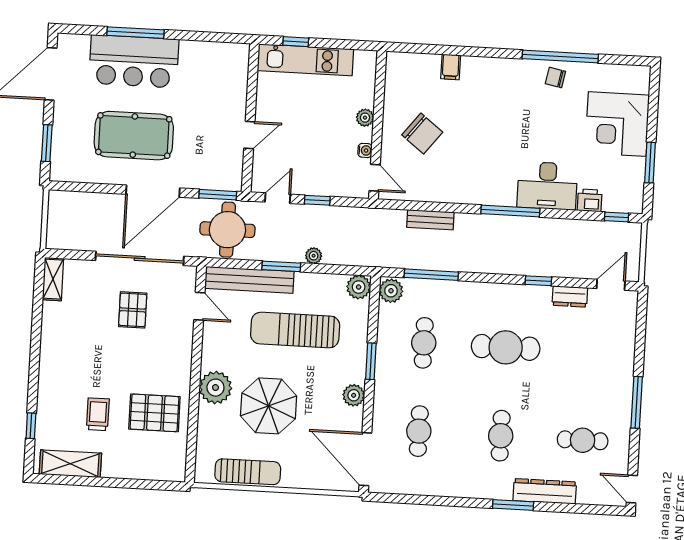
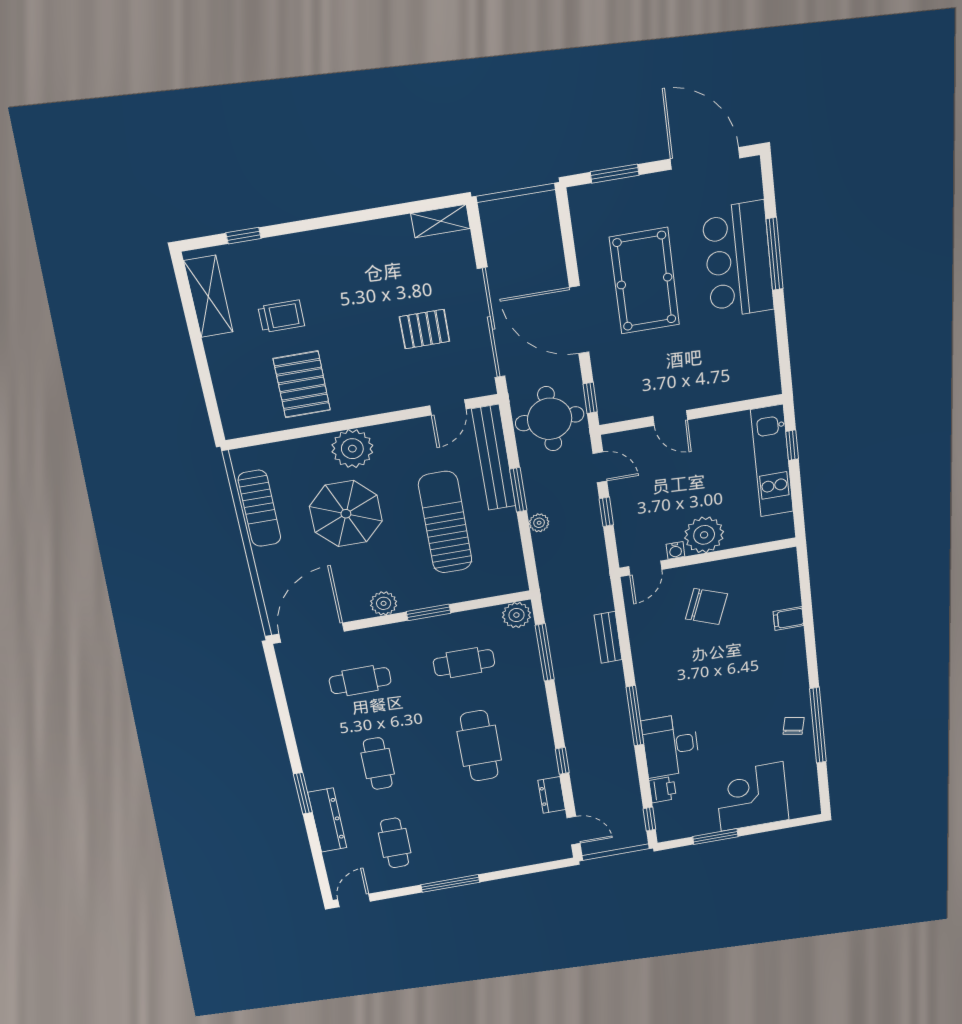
plant: (365, 118) -> (704, 535), width x1.87, depth x1.87
chair: (422, 134) -> (706, 606), turned -107
window: (218, 195) -> (590, 398), width x0.67
plant: (359, 287) -> (513, 580), removed
cafe table: (501, 436) -> (378, 764), turned 90

